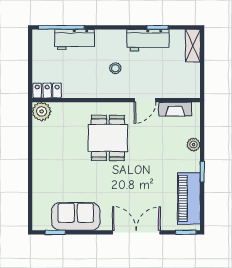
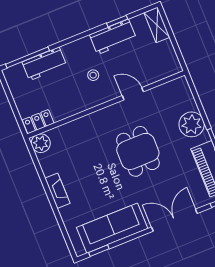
door: (145, 100) -> (133, 94), swing flipped
fireplace: (175, 109) -> (57, 191), moved, turned -90
dining table: (108, 138) -> (138, 151), moved
plant: (194, 145) -> (192, 124), width x1.88, depth x1.88
sofa: (76, 216) -> (112, 228), width x1.36

